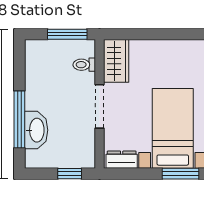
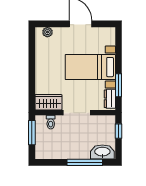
washbasin: (36, 130) -> (102, 152), moved
window: (180, 174) -> (118, 85), moved

